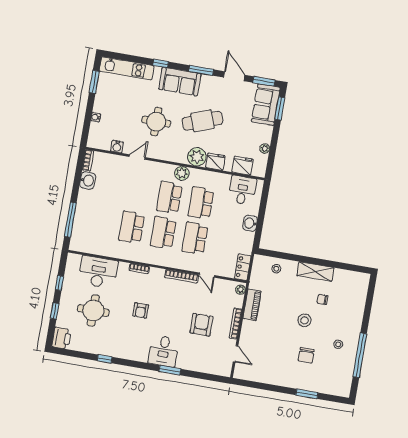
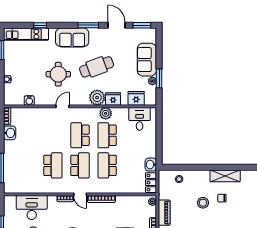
window: (161, 63) -> (40, 25), moved
sofa: (266, 105) -> (147, 60), moved
window: (280, 108) -> (159, 78), moved
door: (137, 157) -> (63, 106), moved
plant: (182, 173) -> (106, 113), moved
washbasin: (250, 223) -> (151, 165), moved
school desk: (132, 227) -> (53, 165), turned 180
school desk: (163, 233) -> (80, 165), turned 180
shelving: (315, 272) -> (225, 176), moved
door: (207, 275) -> (80, 194), moved
stool: (304, 320) -> (203, 203), moved

